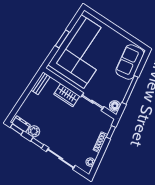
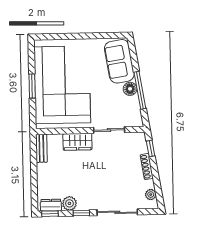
floor lamp: (115, 106) -> (130, 89), moved

